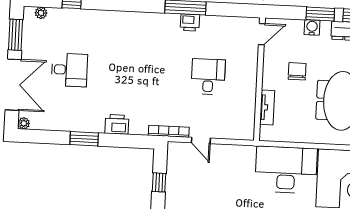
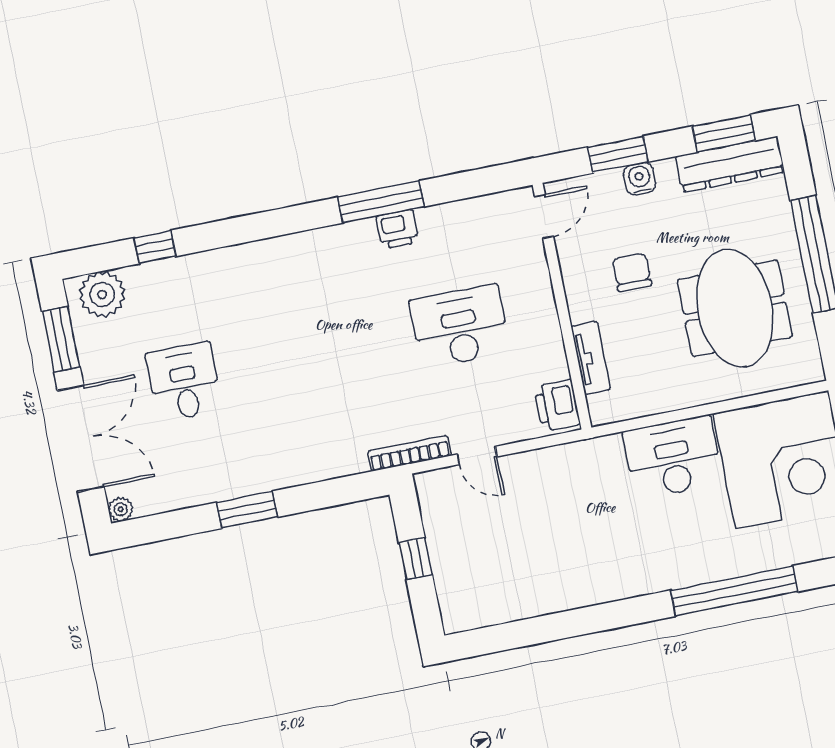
plant: (41, 13) -> (102, 294), width x1.88, depth x1.88
window: (320, 14) -> (618, 155), moved
desk: (69, 70) -> (184, 382), turned -90
desk: (208, 77) -> (460, 327), width x1.37
printer: (117, 124) -> (557, 405), moved, turned -90
desk: (286, 170) -> (673, 457), width x0.73, depth x0.77

